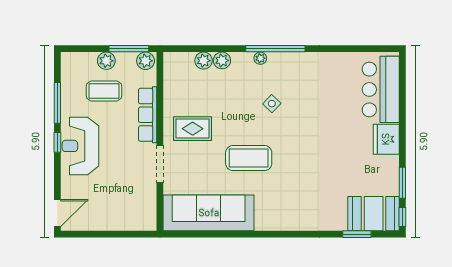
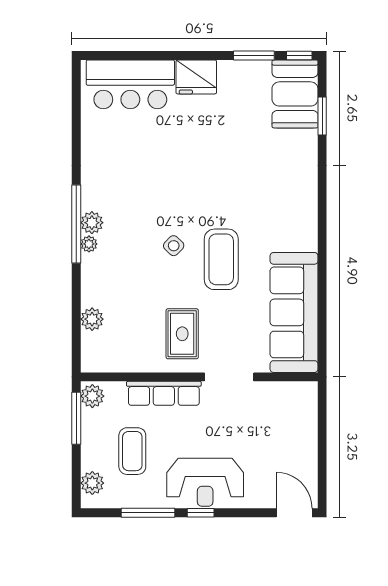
plant: (222, 60) -> (92, 223), moved
plant: (106, 61) -> (92, 483), moved
side table: (272, 104) -> (174, 246), moved

